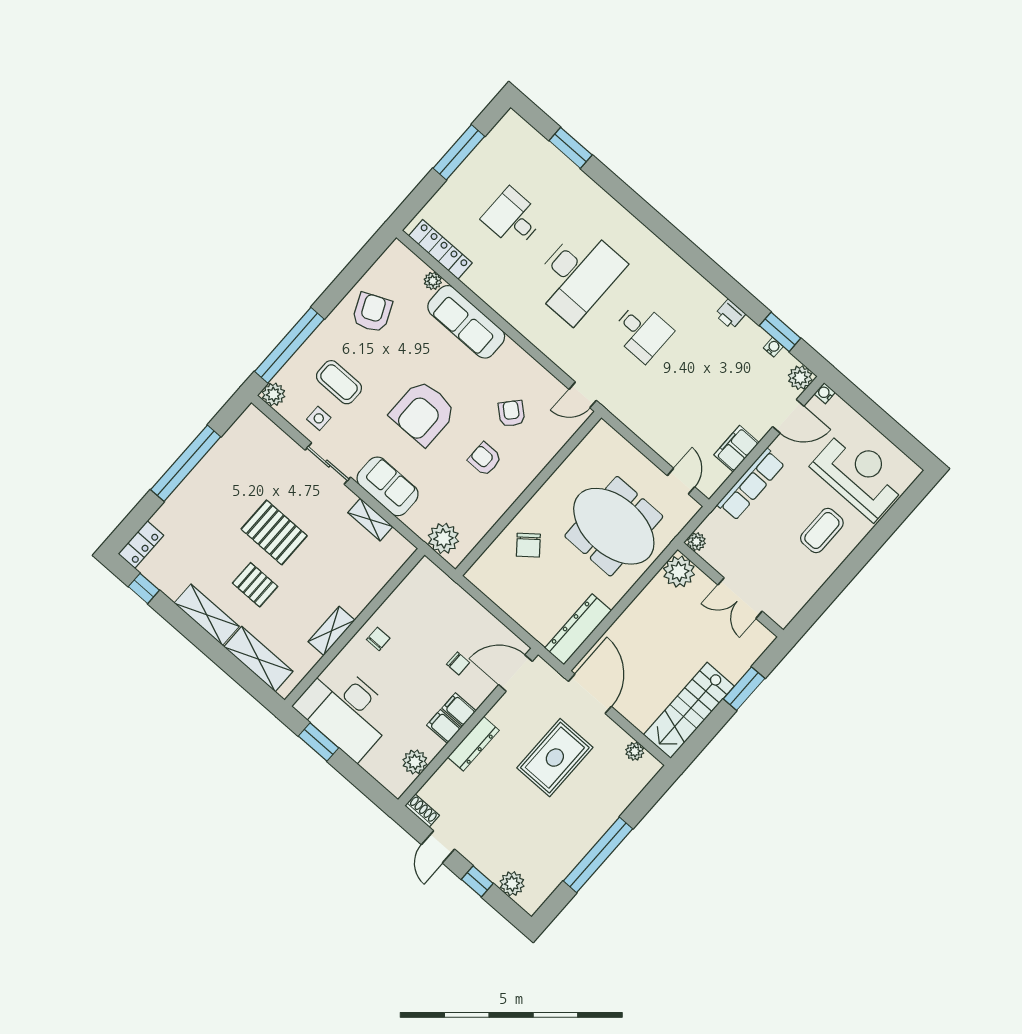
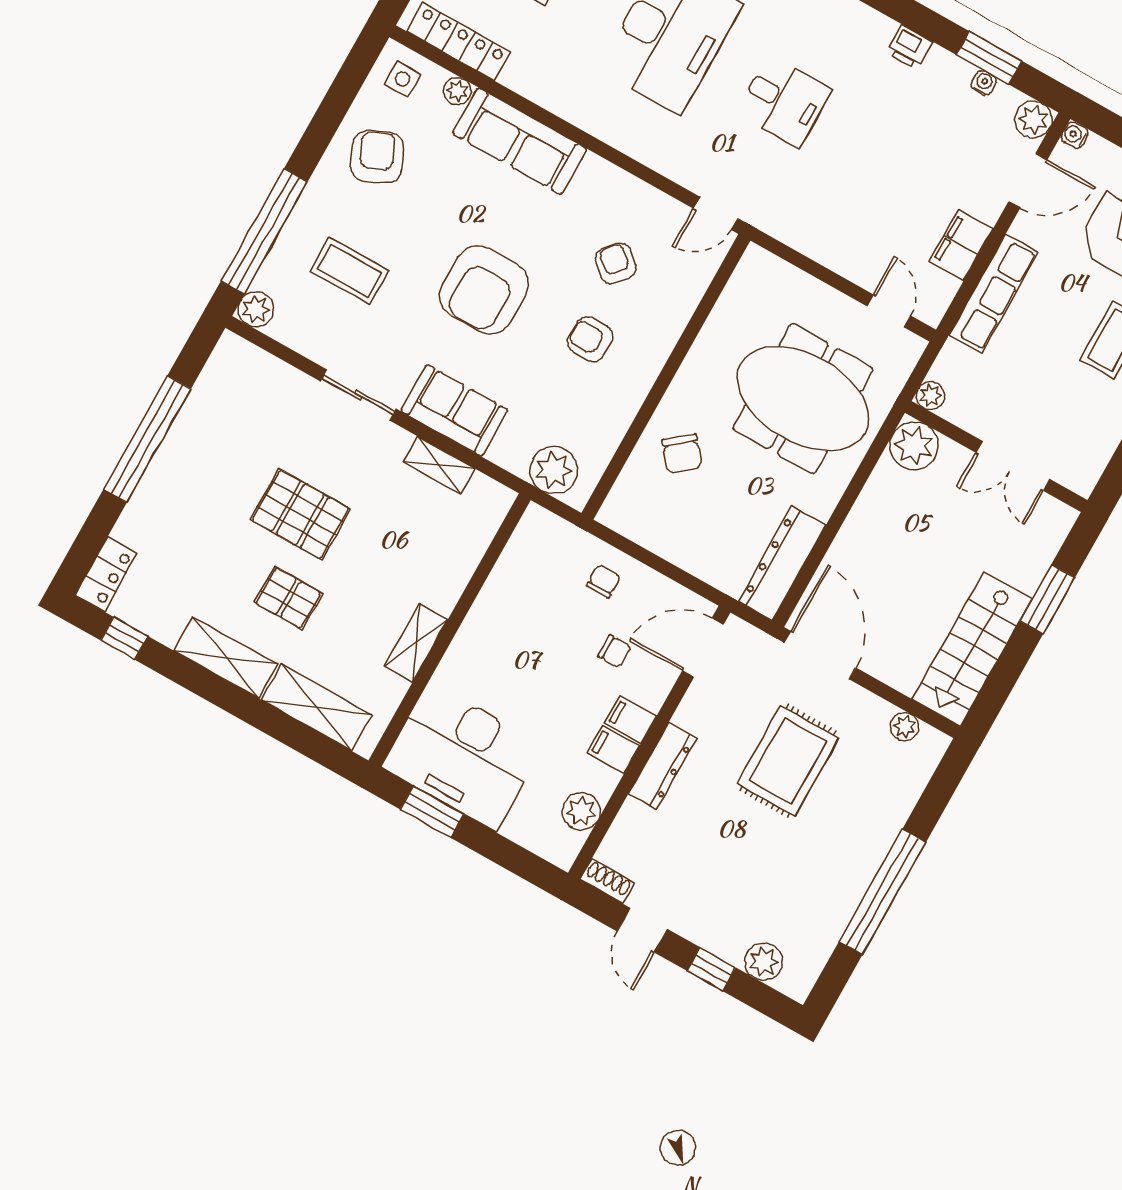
side table: (319, 418) -> (403, 79), moved
chair: (378, 639) -> (604, 581), moved

